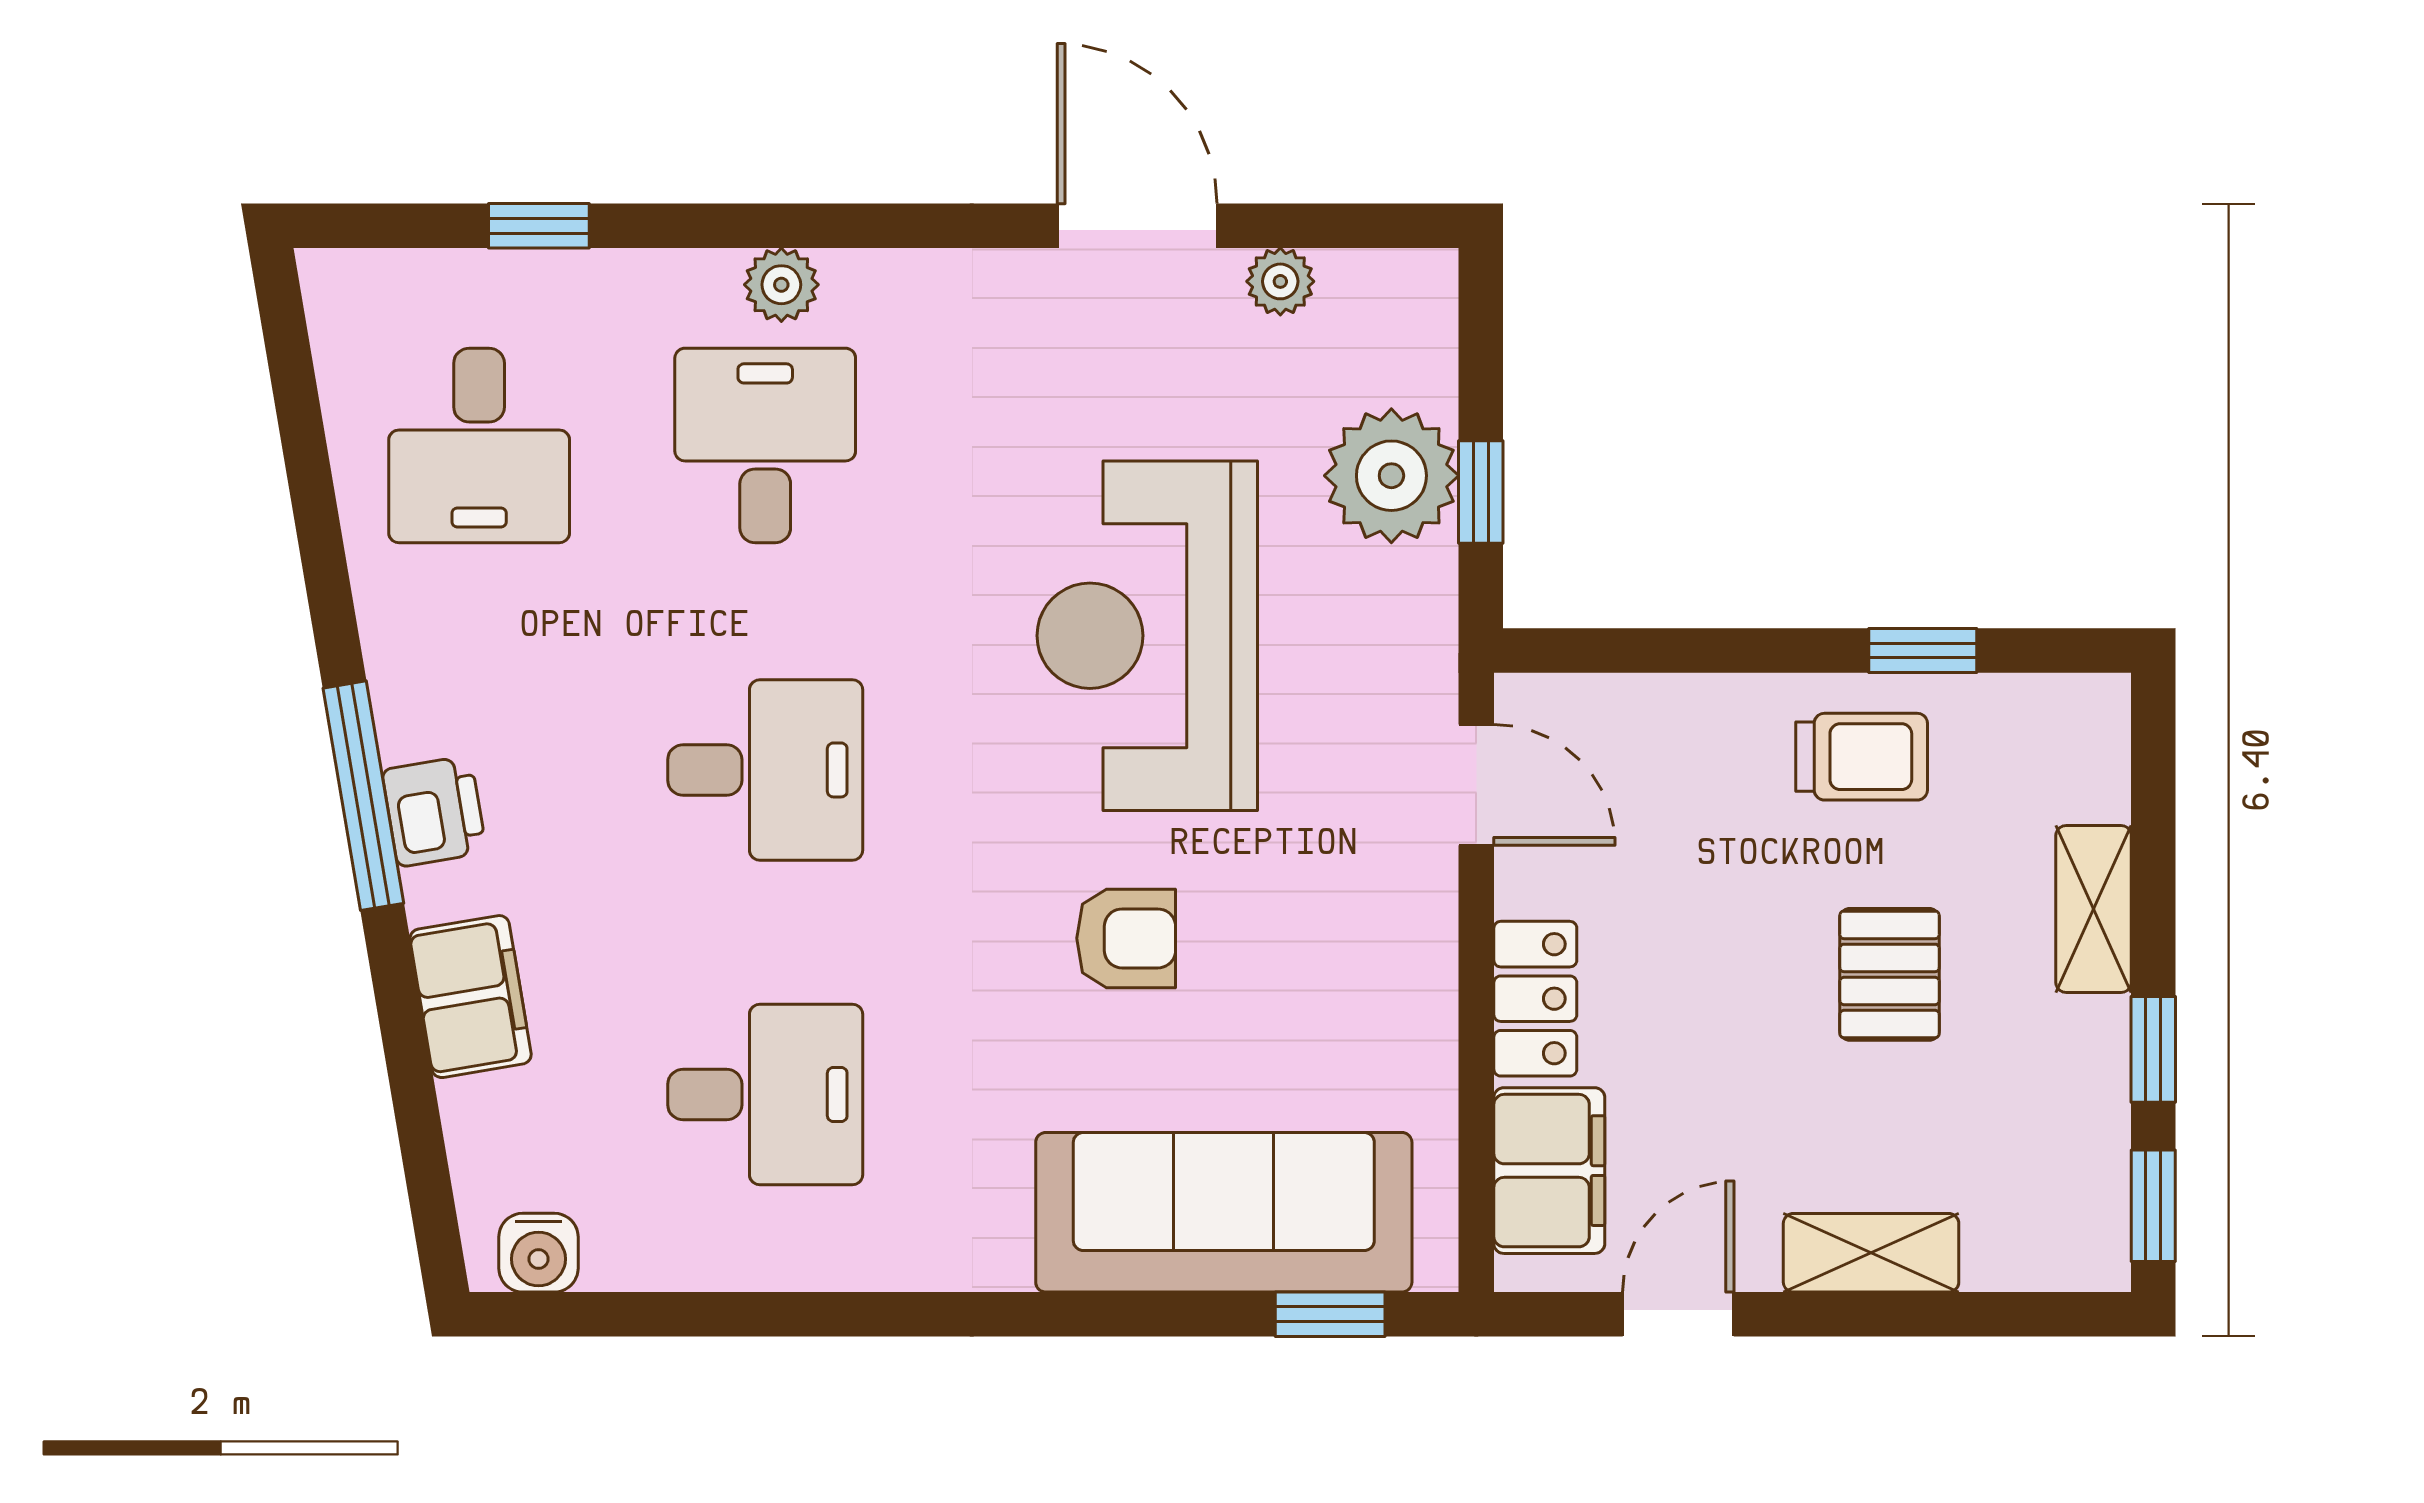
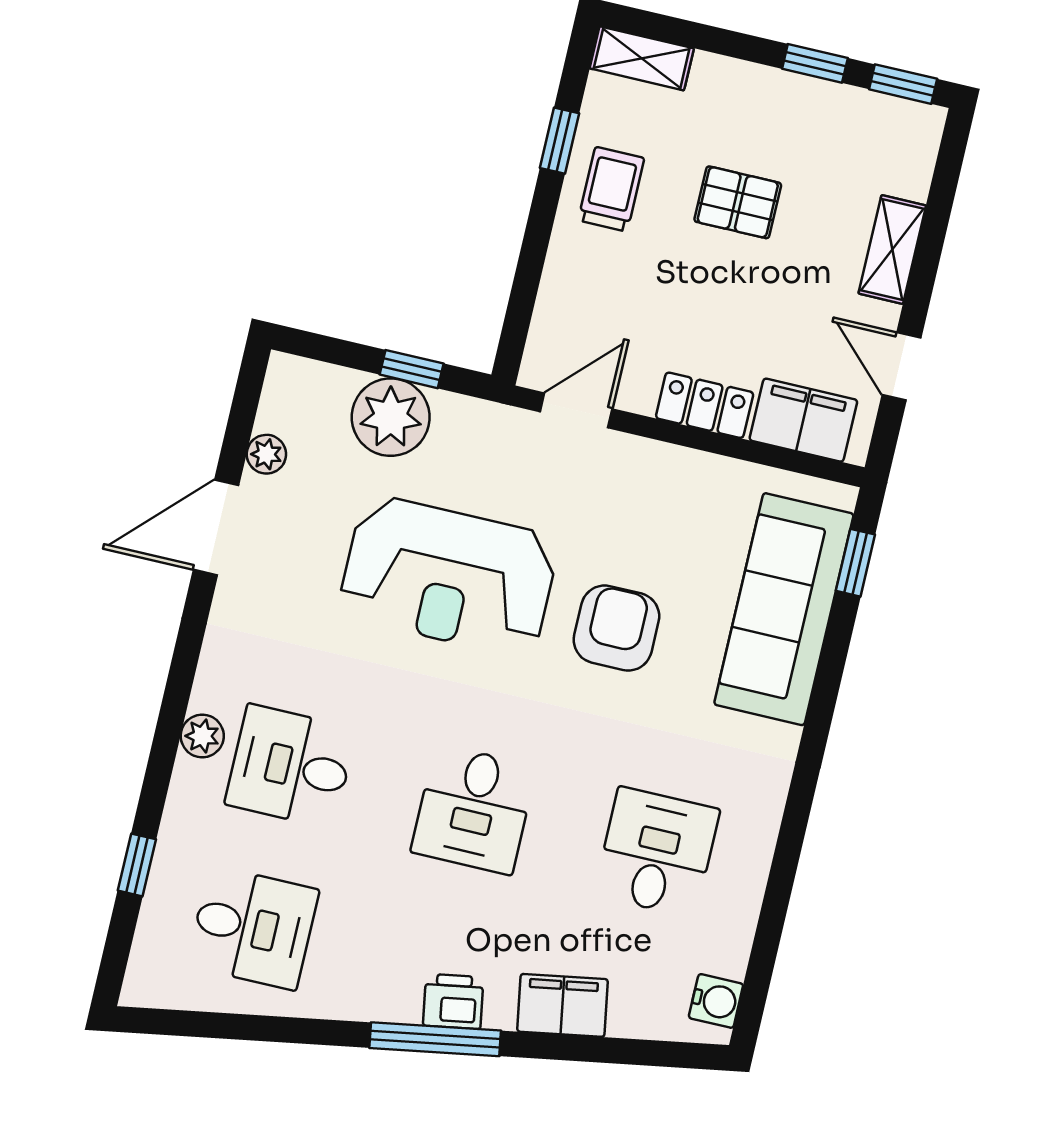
desk: (765, 770) -> (474, 809), turned 180
shelving: (2094, 909) -> (642, 58), moved
armchair: (1126, 938) -> (616, 628), width x1.38, depth x1.38

